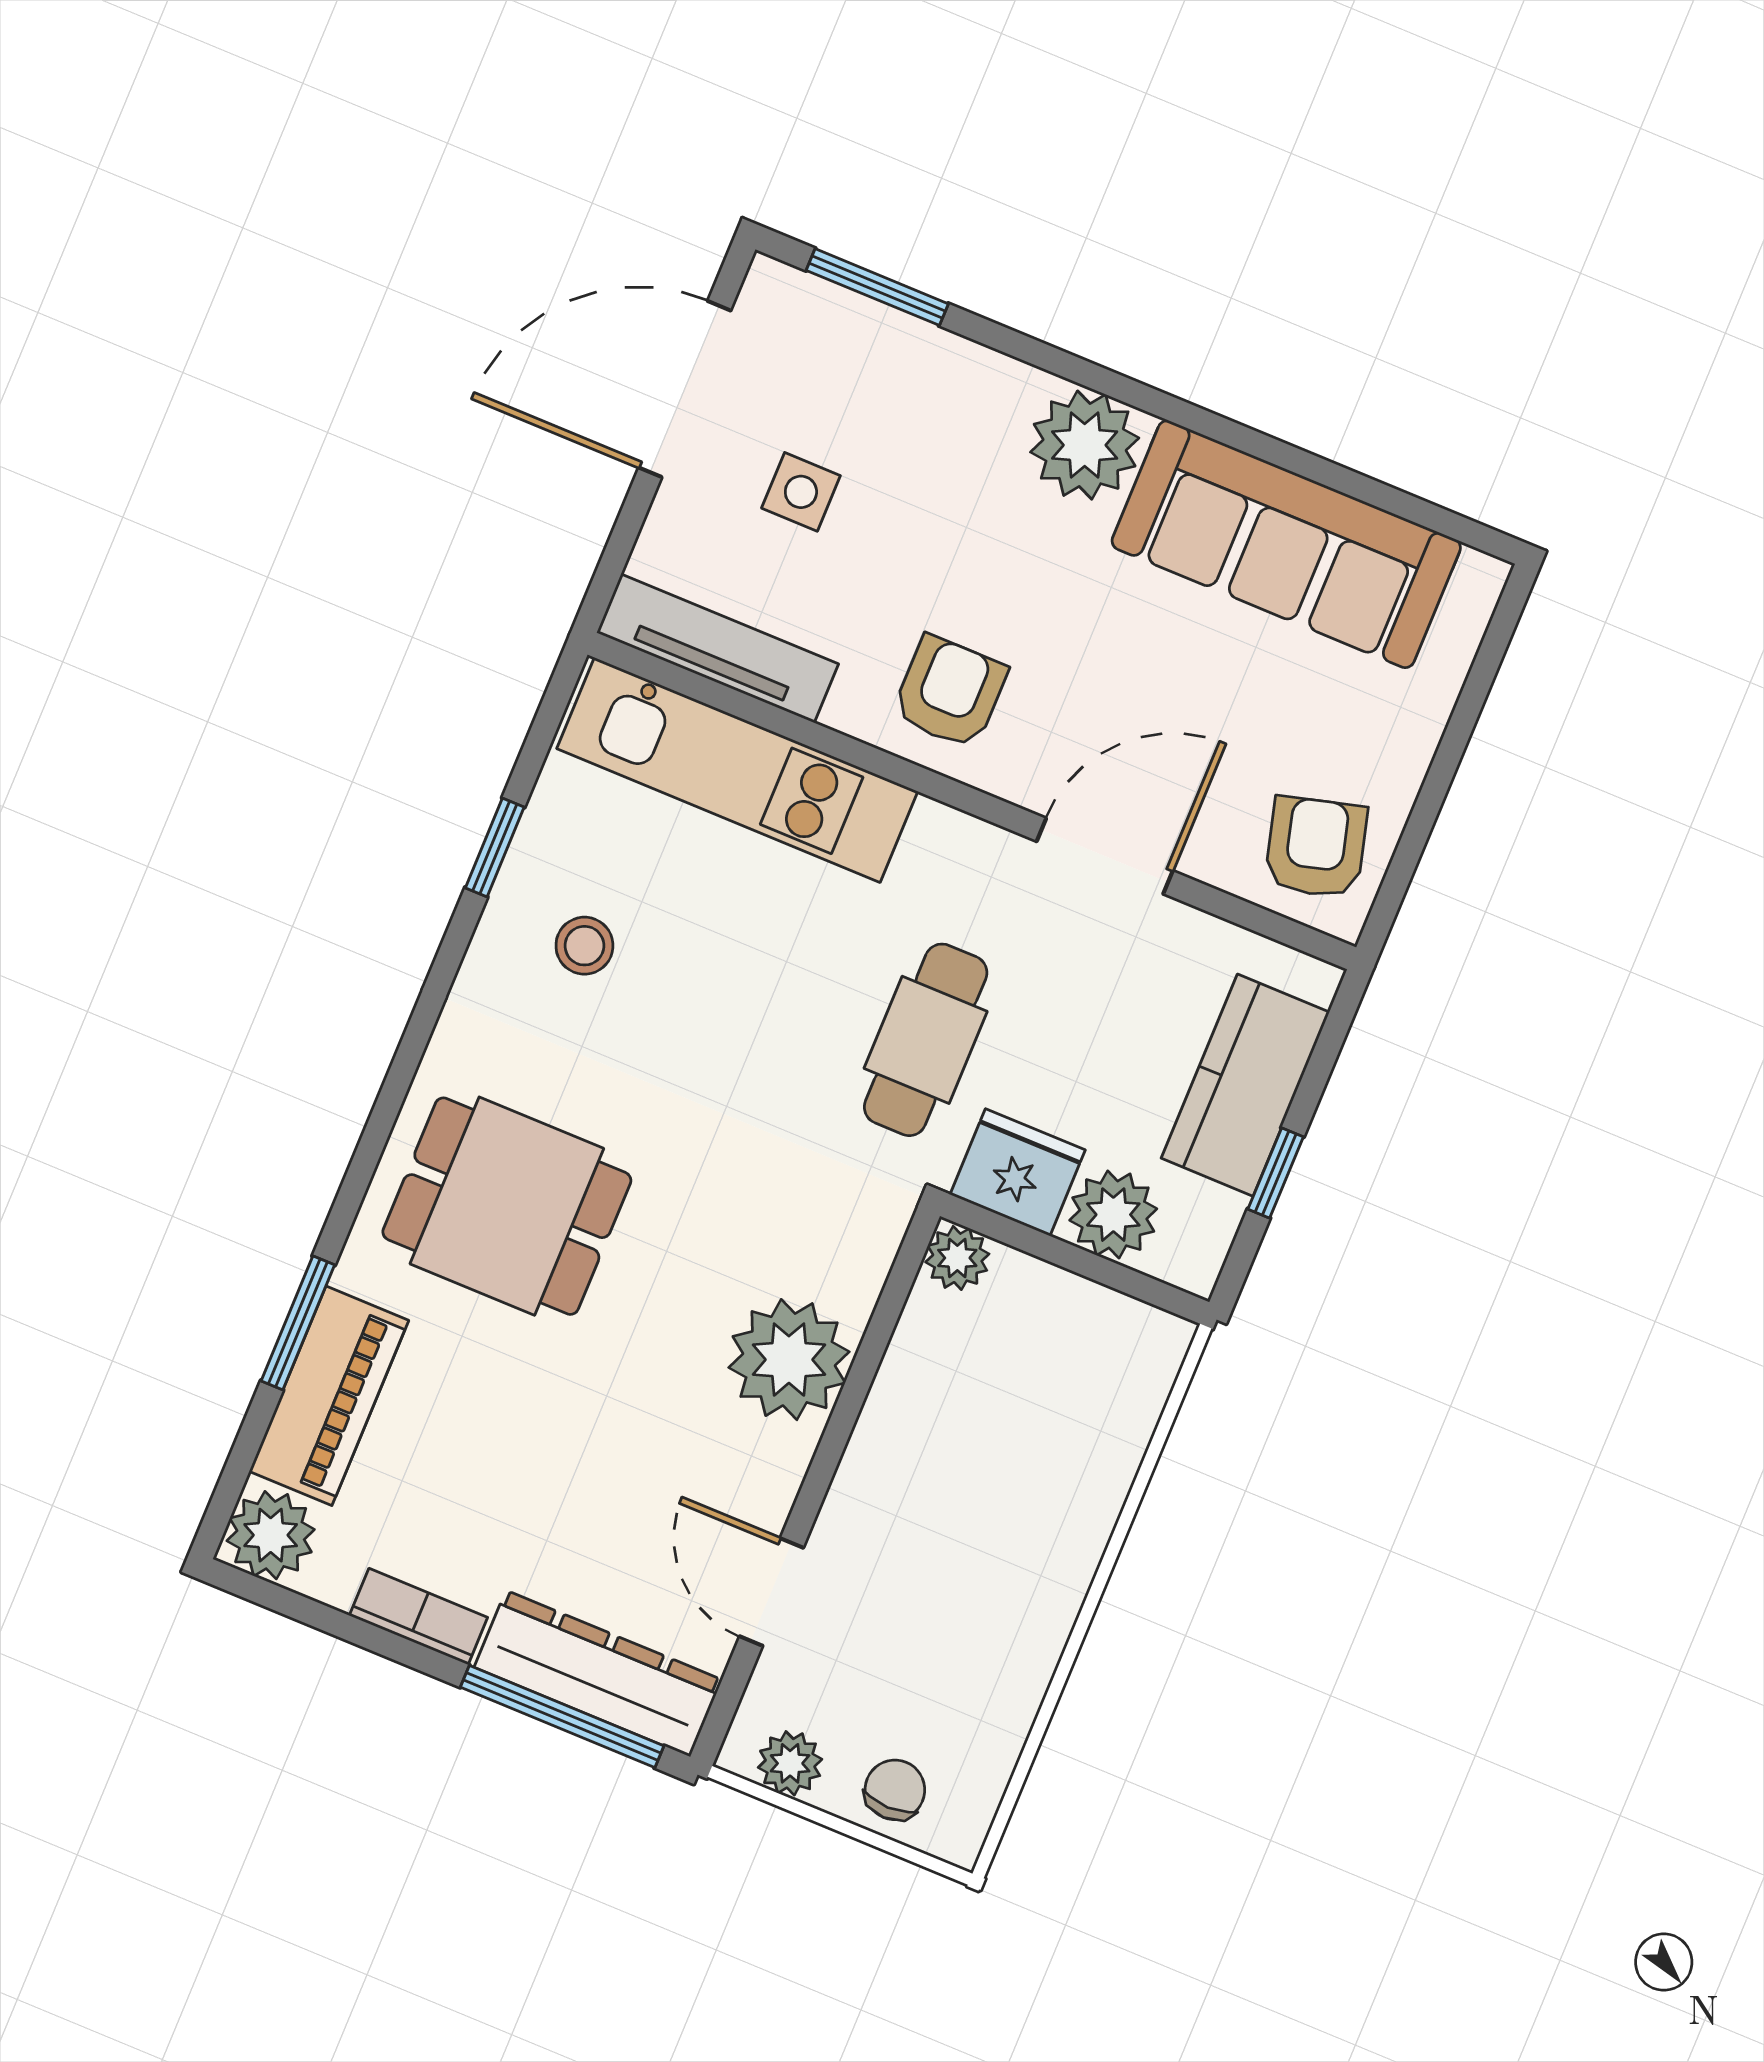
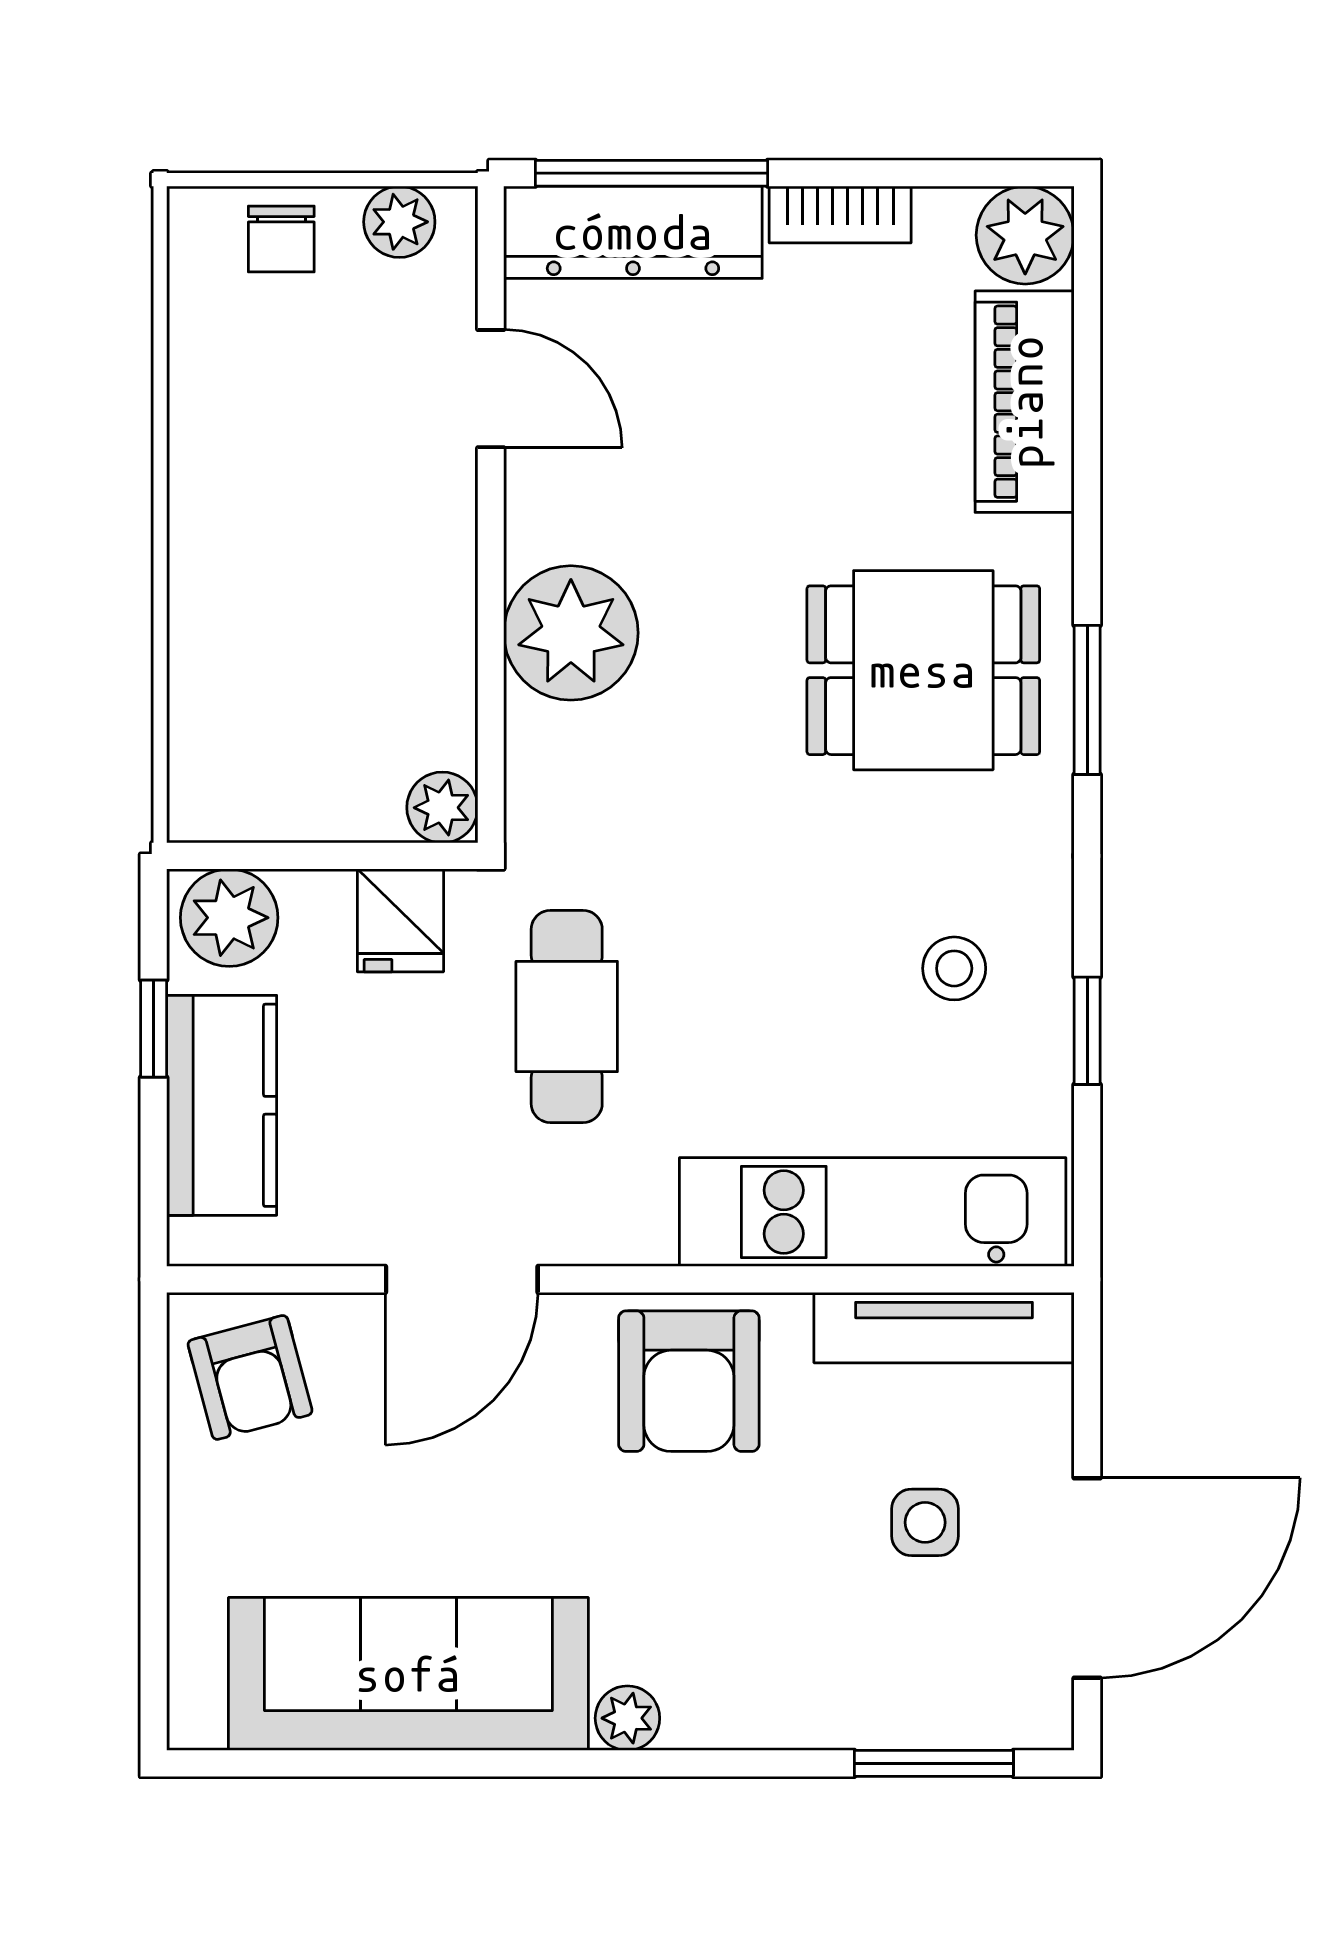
plant: (1085, 445) -> (627, 1718), width x0.53, depth x0.53
armchair: (950, 692) -> (689, 1381), width x1.38, depth x1.38
fridge: (1018, 1172) -> (400, 920), width x0.72
plant: (1113, 1215) -> (229, 918), moved
window: (298, 1323) -> (1087, 700), moved

